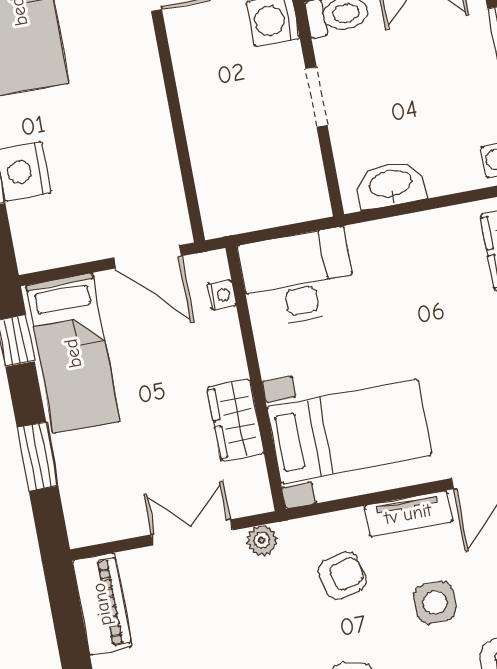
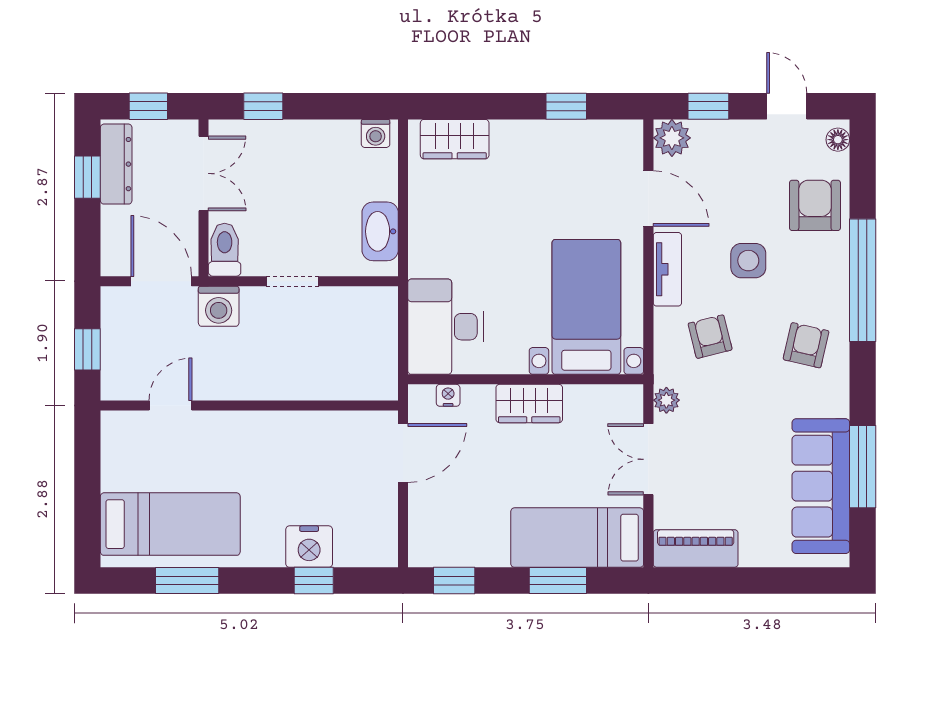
bed: (73, 353) -> (577, 538), moved, turned 180
wardrobe: (235, 420) -> (529, 404), moved

